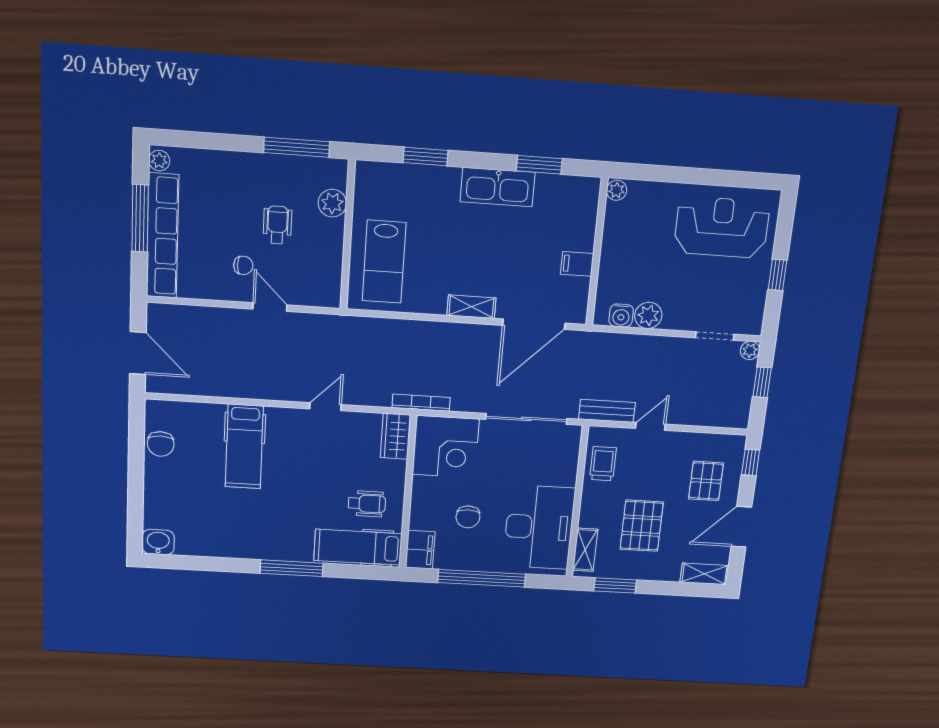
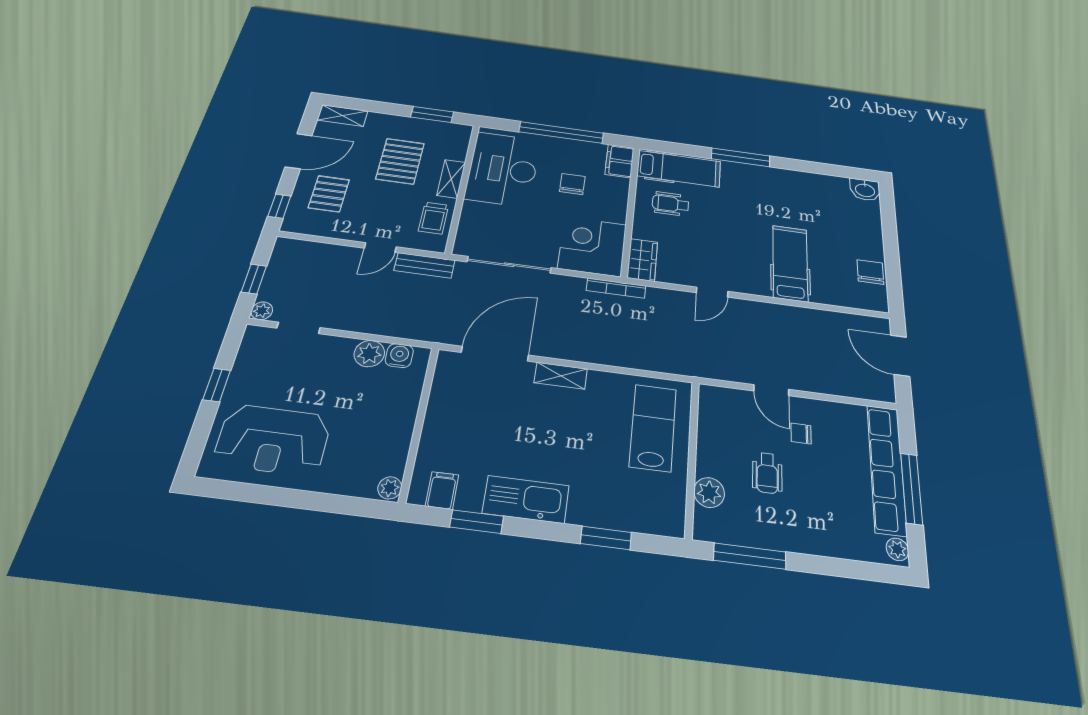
filing cabinet: (577, 264) -> (442, 490), moved, turned -90
shelving: (585, 550) -> (451, 179), moved

